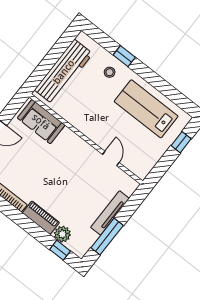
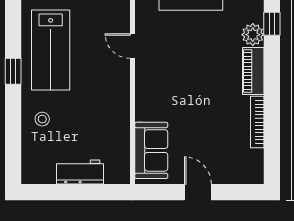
window: (124, 56) -> (13, 71), moved
workbench: (64, 72) -> (80, 172), width x0.53, depth x0.76
door: (111, 159) -> (133, 46), hinge flipped

